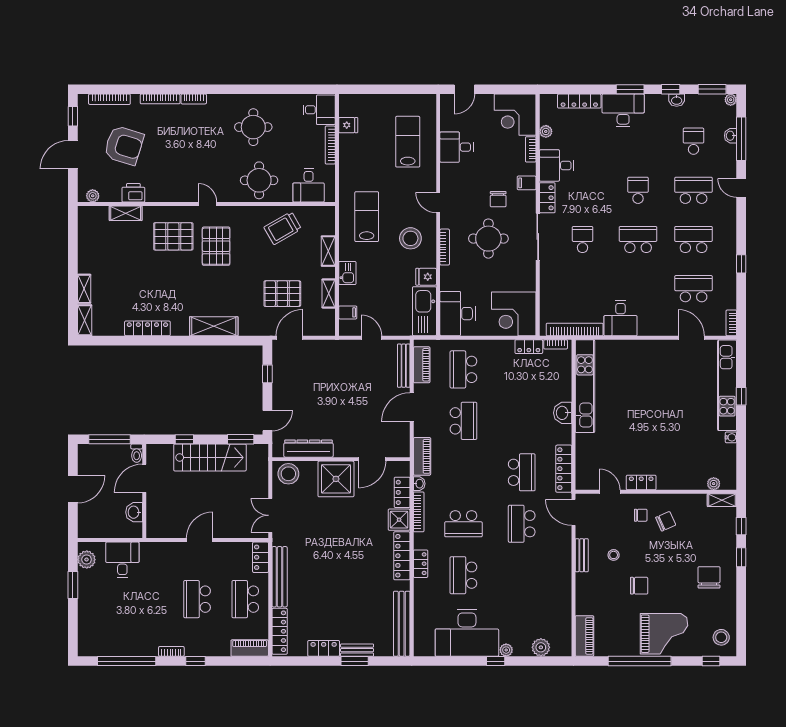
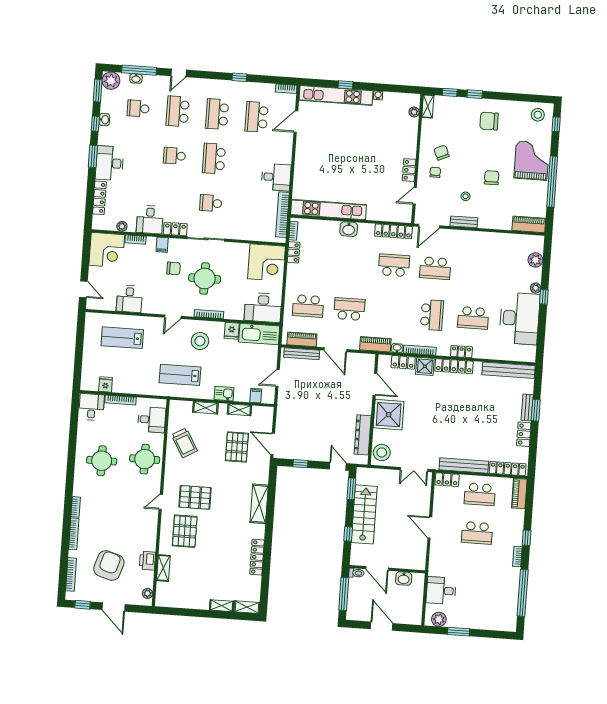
plant: (731, 100) -> (111, 81), width x1.87, depth x1.87

